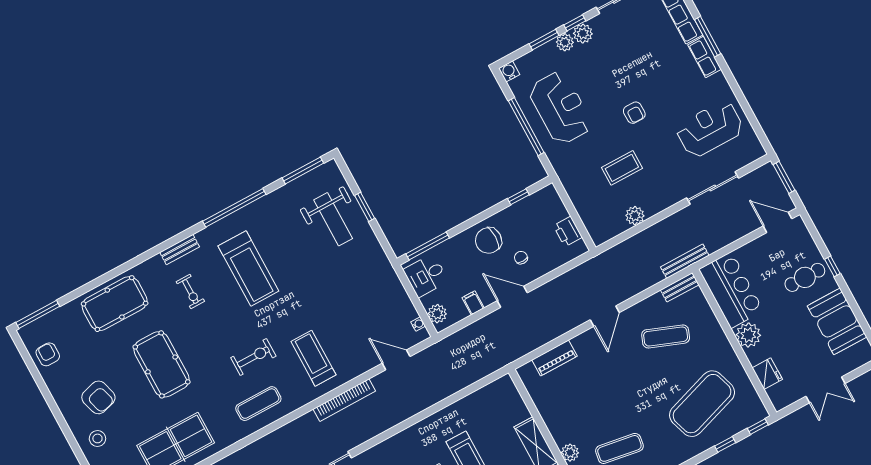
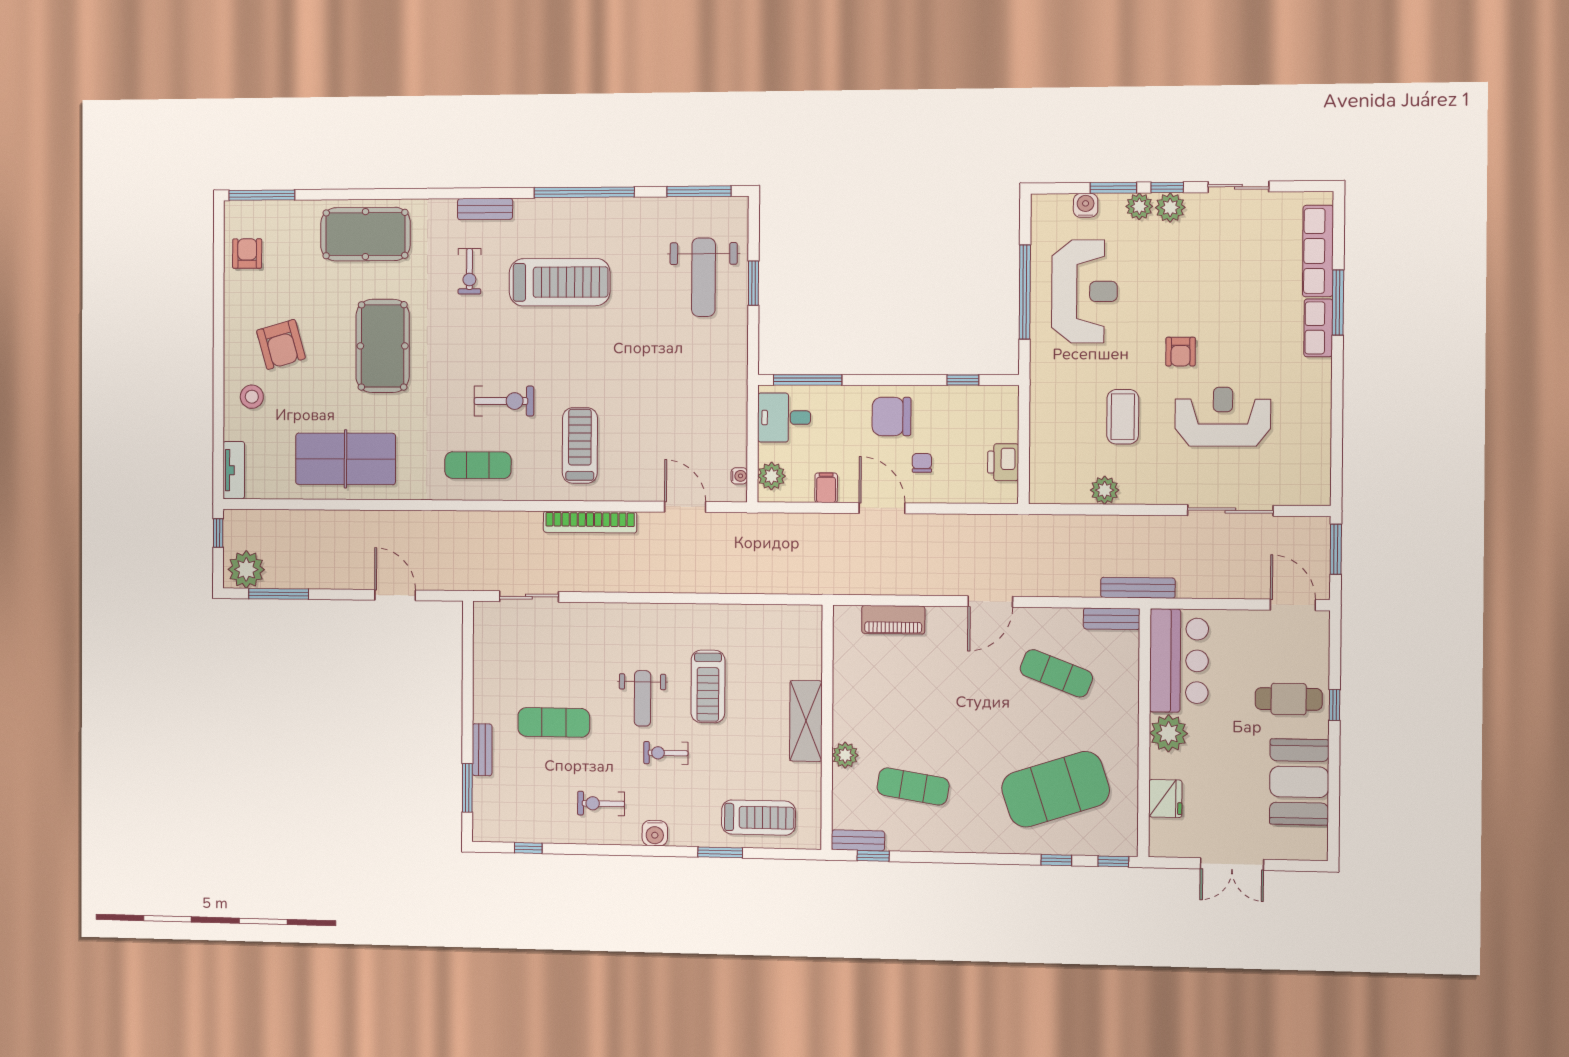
water cooler: (509, 71) -> (1086, 205), moved
reception desk: (710, 129) -> (1223, 417), moved
coffee table: (622, 168) -> (1123, 417), turned 90
treadmill: (248, 269) -> (560, 282), turned -90

